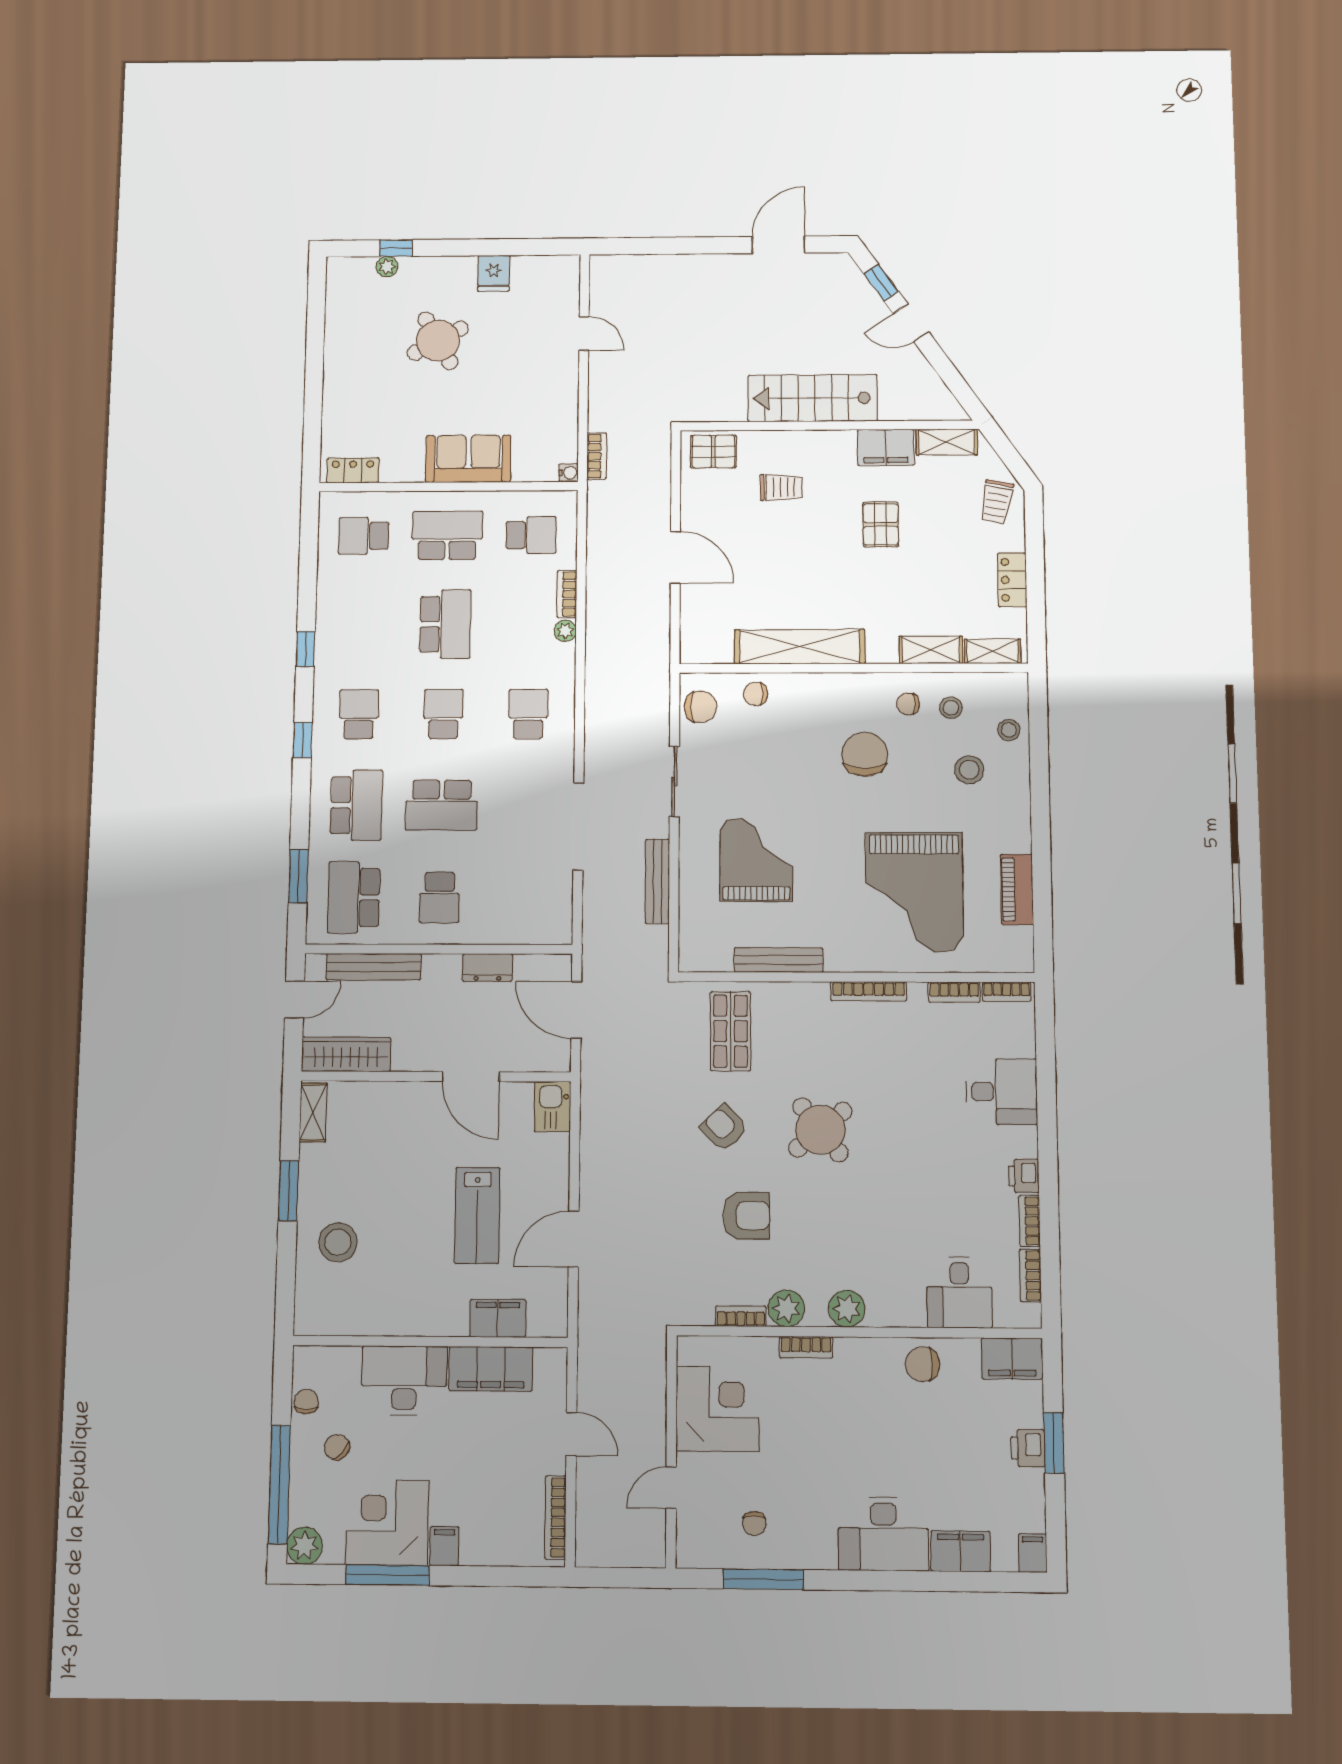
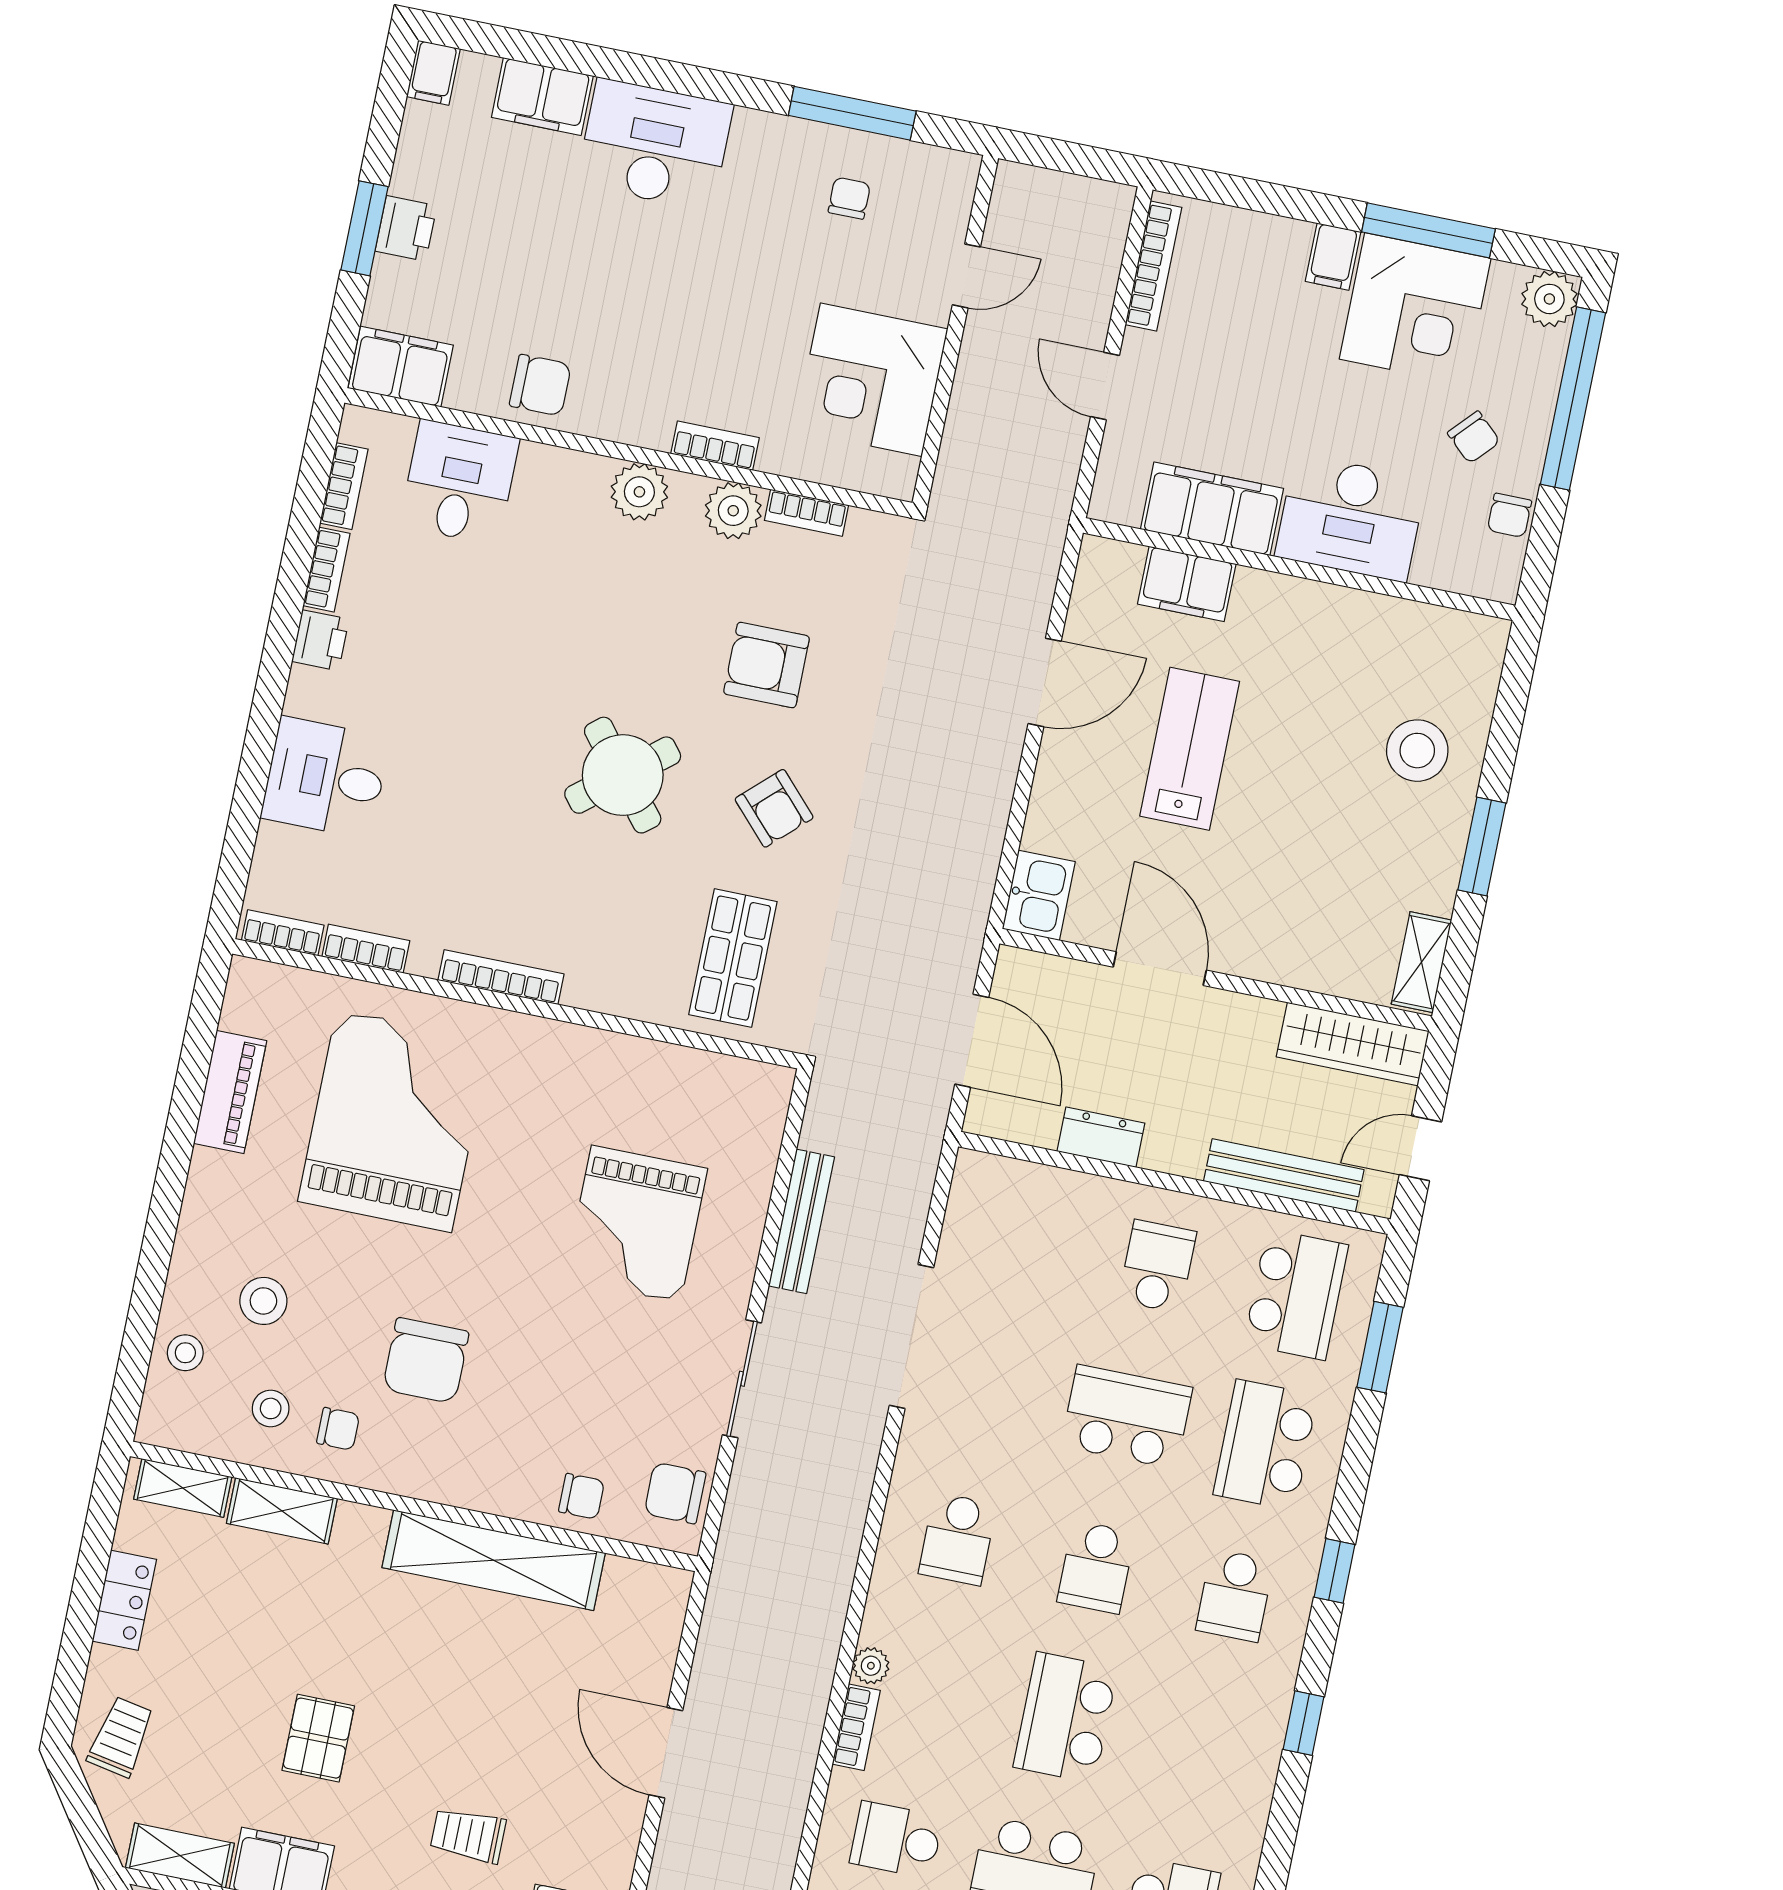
bench: (779, 960) -> (633, 1056), removed

